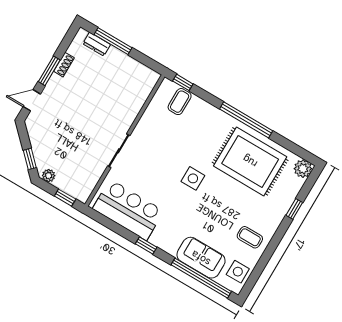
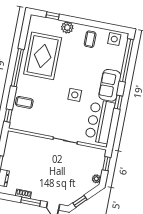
coffee table: (180, 102) -> (24, 102), moved
window: (30, 159) -> (80, 201), moved
plant: (303, 169) -> (67, 27), moved
side table: (193, 178) -> (75, 95), moved
window: (294, 209) -> (53, 16), moved
sofa: (201, 258) -> (110, 85), moved

